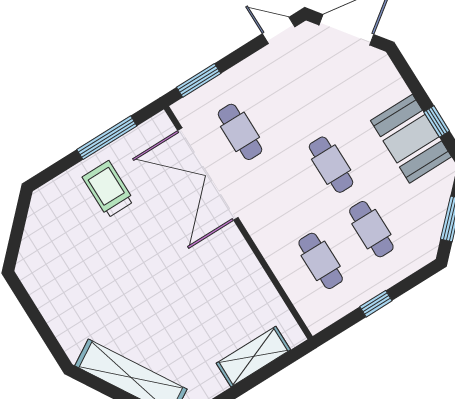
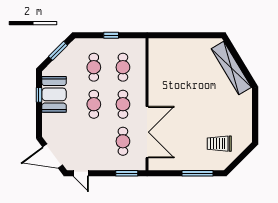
window: (107, 138) -> (197, 173), moved
trolley: (108, 189) -> (219, 144), moved, turned 90
cafe table: (280, 196) -> (123, 104), added
shelving: (253, 357) -> (175, 45), removed

